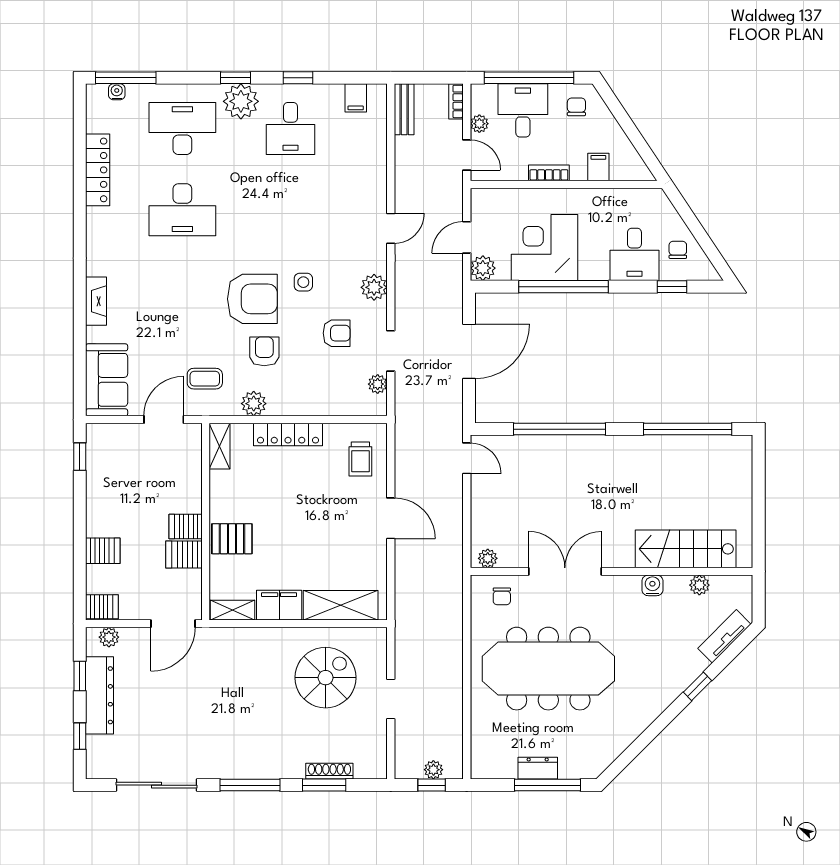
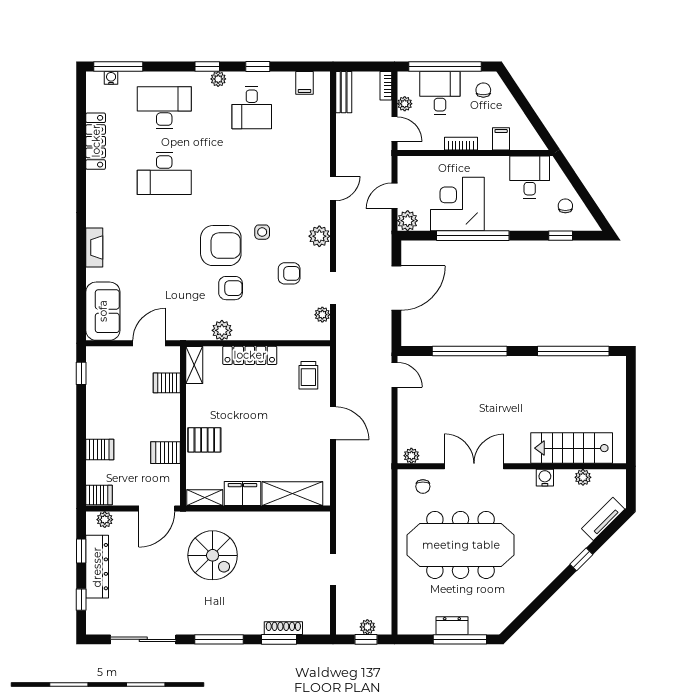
plant: (241, 101) -> (218, 79), width x0.53, depth x0.53
desk: (634, 254) -> (530, 177), moved, turned 180
armchair: (264, 351) -> (231, 288), turned 90
coffee table: (205, 379) -> (182, 310), removed
server rack: (186, 526) -> (167, 383), moved
spiral stairs: (326, 678) -> (213, 555), moved, turned 90

